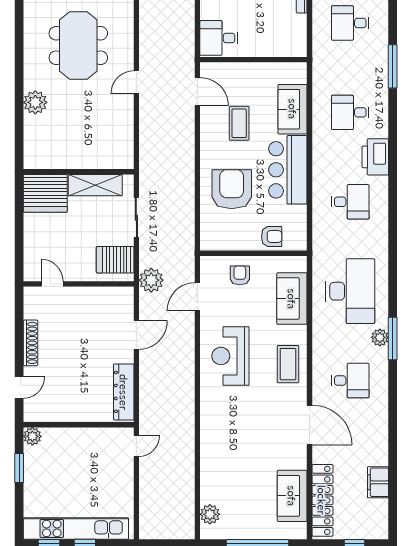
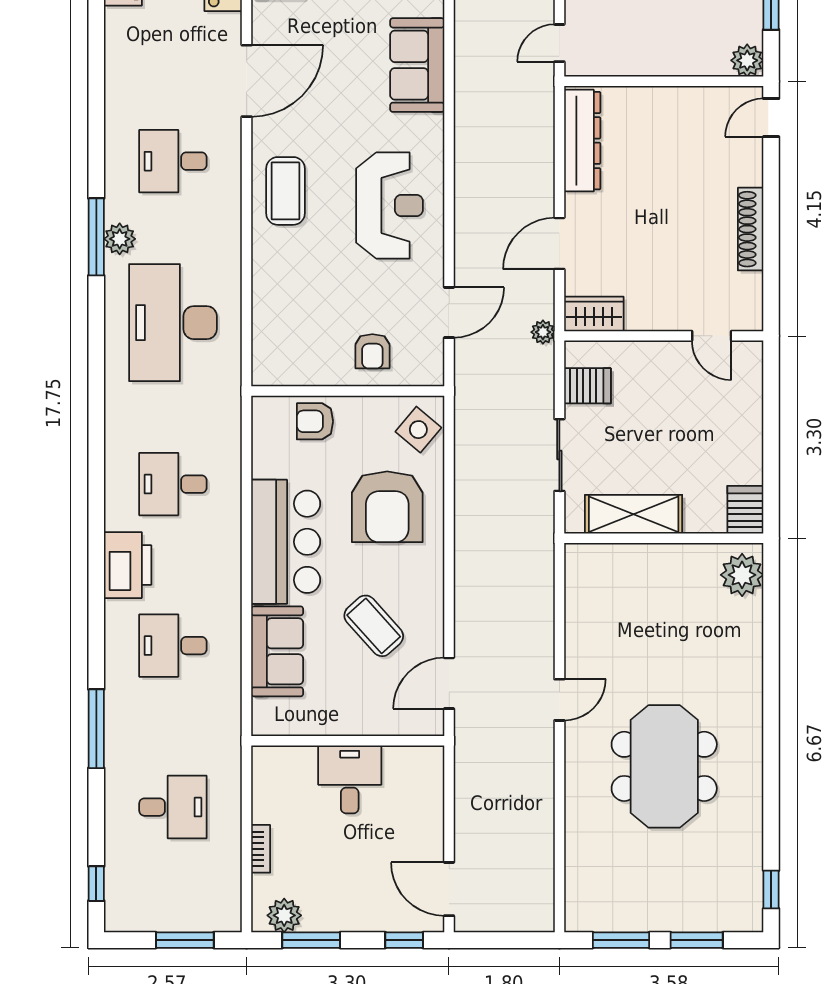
desk: (219, 38) -> (350, 779), moved, turned -90
door: (197, 92) -> (449, 683), hinge flipped
plant: (35, 102) -> (742, 575), moved
desk: (350, 112) -> (173, 646), turned 180
coffee table: (239, 123) -> (374, 626), turned -42
server rack: (45, 193) -> (745, 510), width x0.46, depth x0.70
side table: (214, 232) -> (418, 430), added
server rack: (115, 260) -> (587, 386), width x0.73, depth x0.70
plant: (151, 280) -> (543, 332), width x0.53, depth x0.53
wardrobe: (117, 296) -> (594, 314), added
sofa: (292, 299) -> (417, 65), moved, turned 180
door: (19, 387) -> (771, 118), moved
door: (310, 425) -> (247, 81), swing flipped

